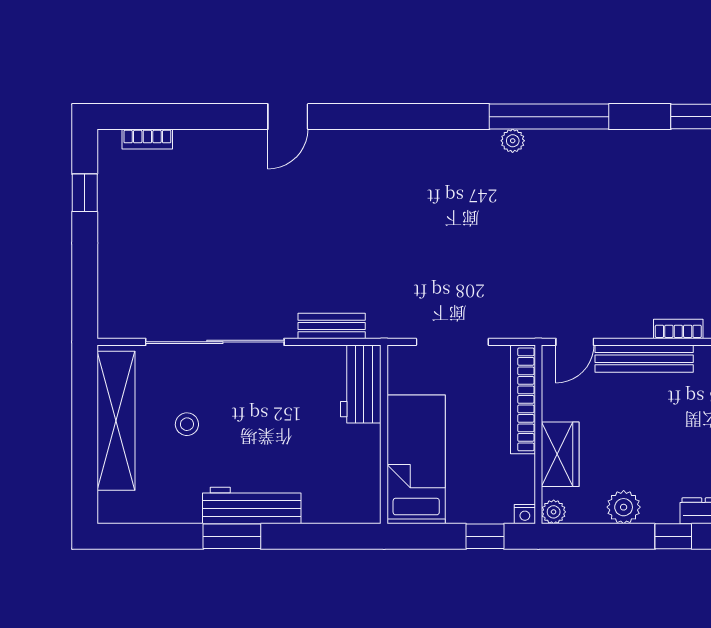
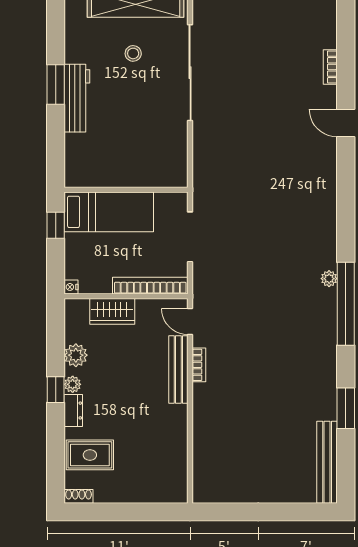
bookcase: (147, 139) -> (330, 67), moved
bench: (332, 326) -> (201, 153), removed
bookcase: (678, 329) -> (199, 365), moved
workbench: (361, 384) -> (161, 174), removed
plant: (554, 512) -> (73, 384), moved
window: (485, 536) -> (56, 225), moved

